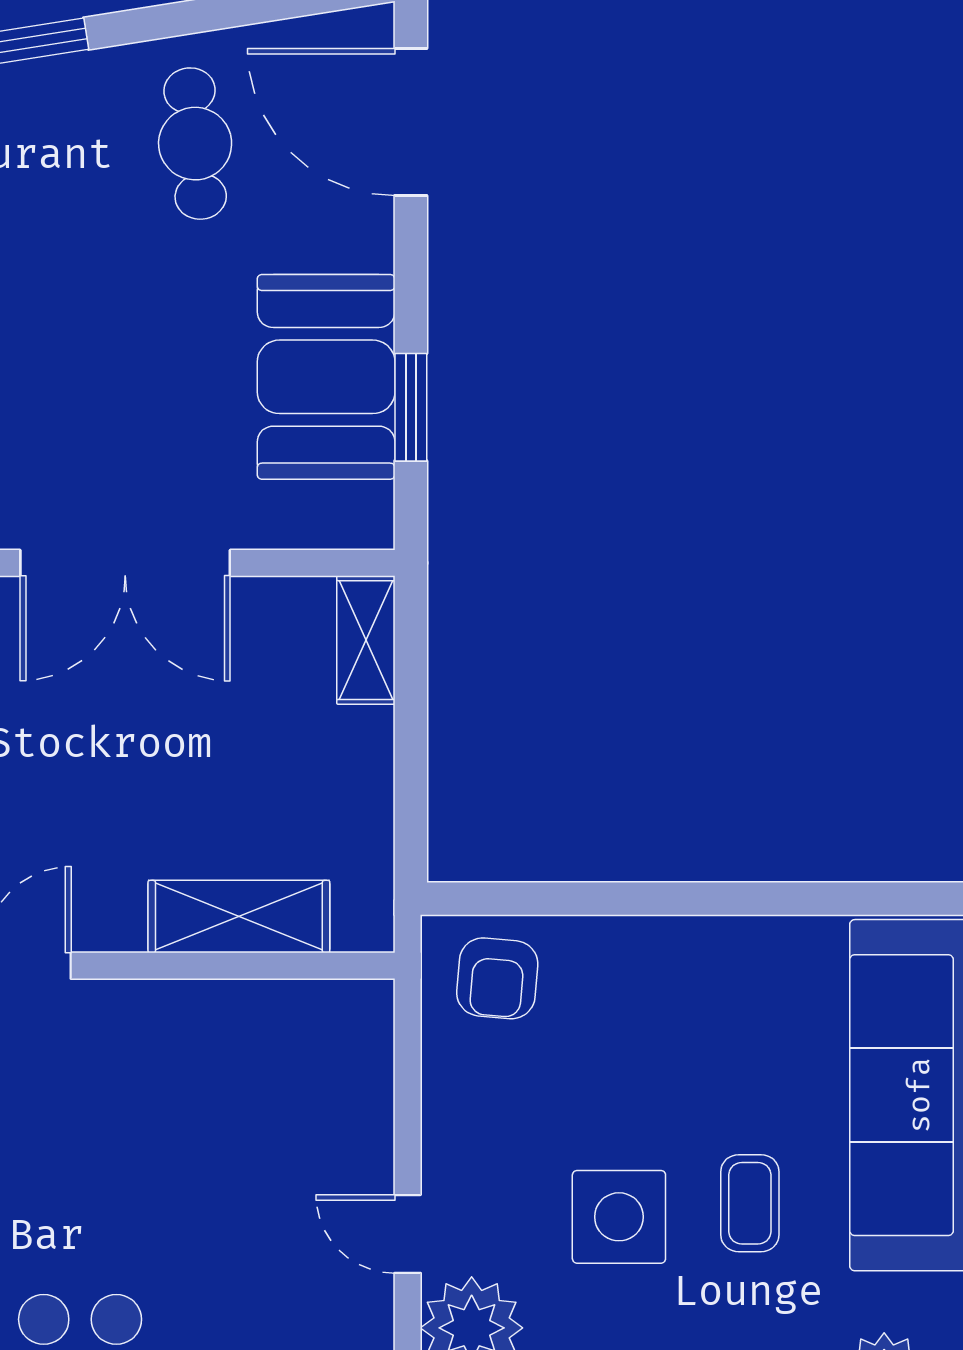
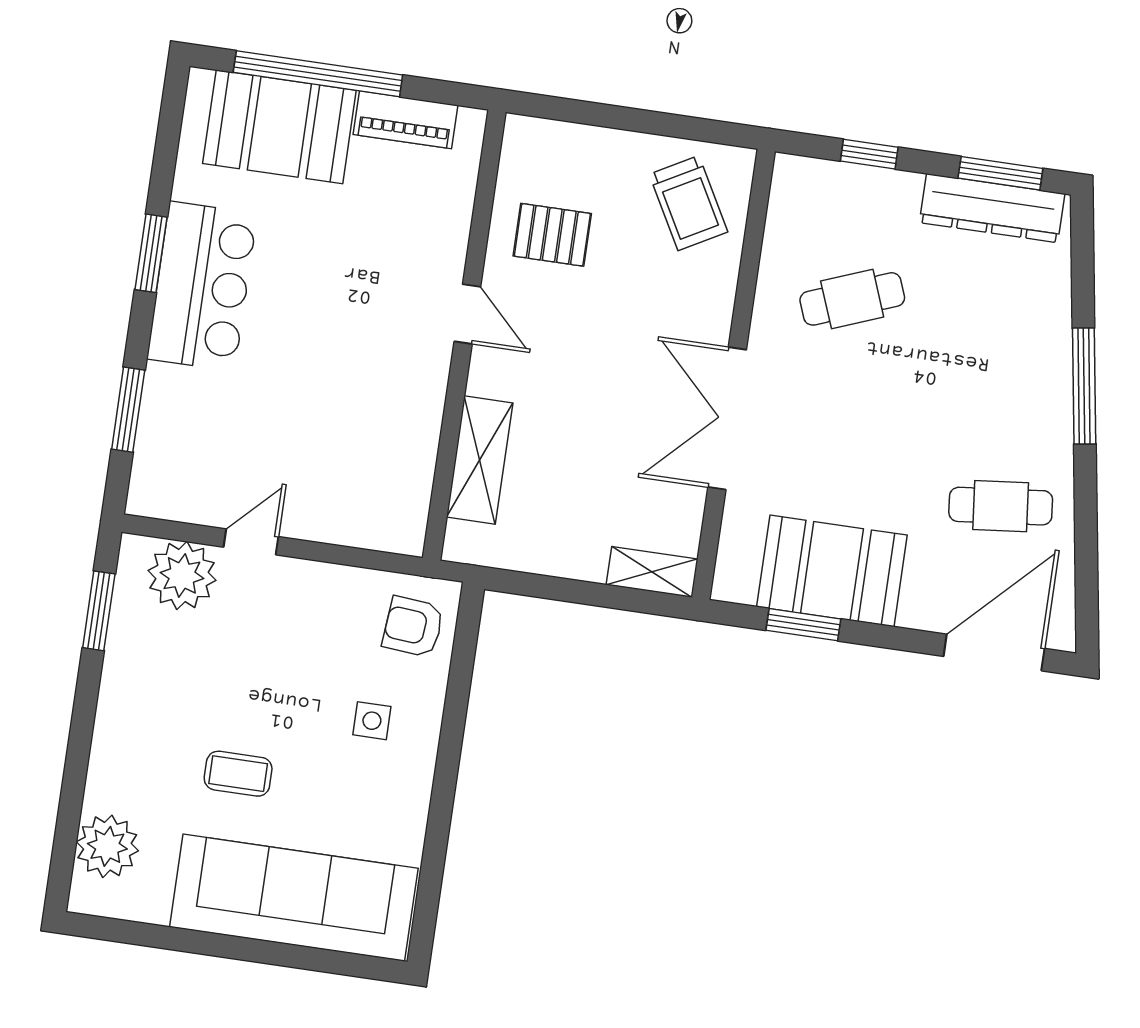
side table: (619, 1217) -> (372, 721), moved, width x0.54, depth x0.54

